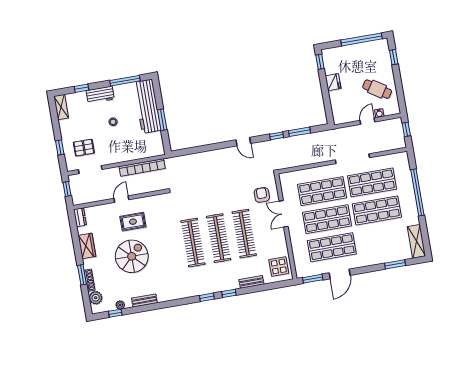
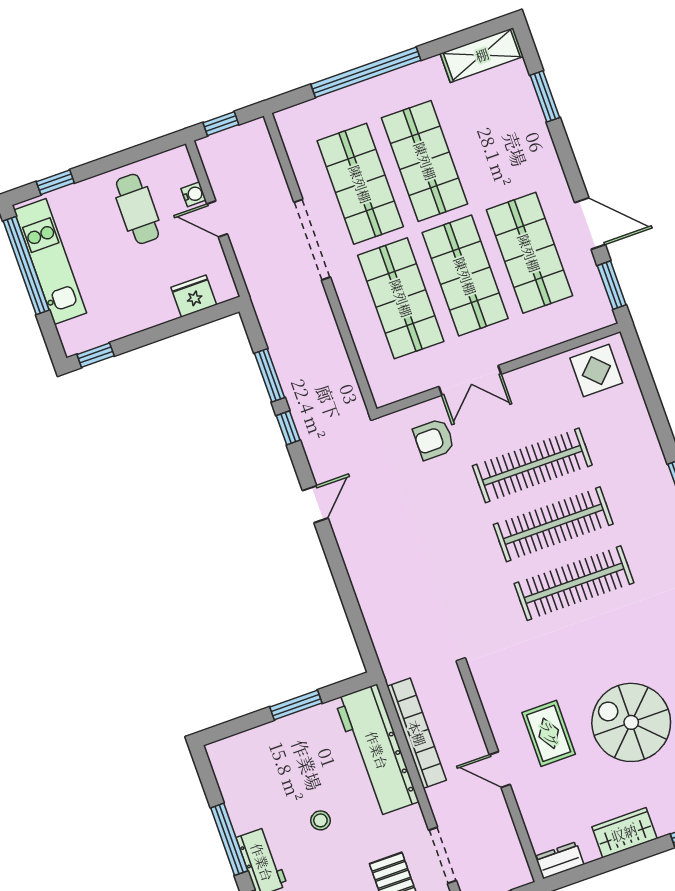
kitchen unit: (362, 50) -> (50, 261), added
window: (125, 81) -> (229, 839), moved
fridge: (333, 82) -> (194, 296), moved
cafe table: (377, 89) -> (137, 209), turned -33
workbench: (147, 106) -> (377, 750), moved, turned 90
bench: (251, 282) -> (644, 429), removed

